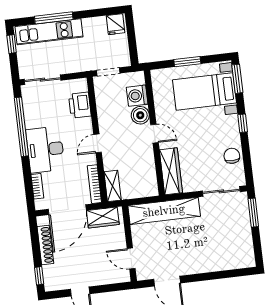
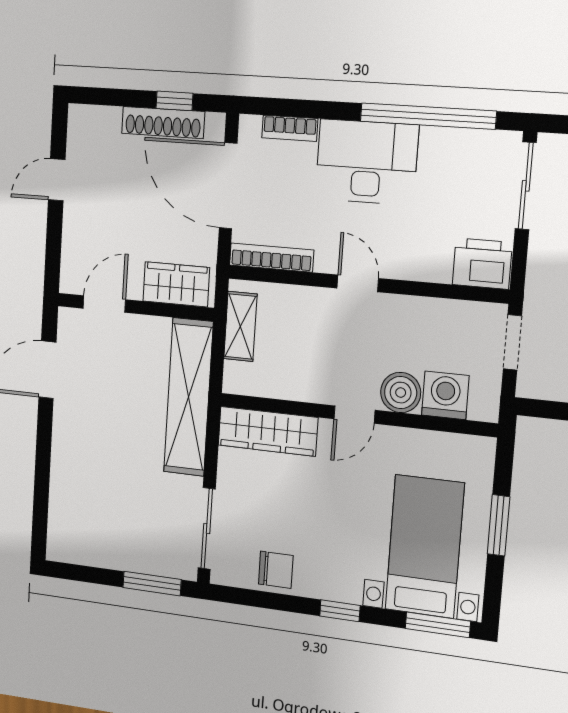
printer: (80, 105) -> (482, 264), moved
shelving: (113, 186) -> (240, 326), moved, turned 90
wardrobe: (103, 218) -> (176, 284), moved, turned 90
window: (39, 276) -> (175, 101), moved

